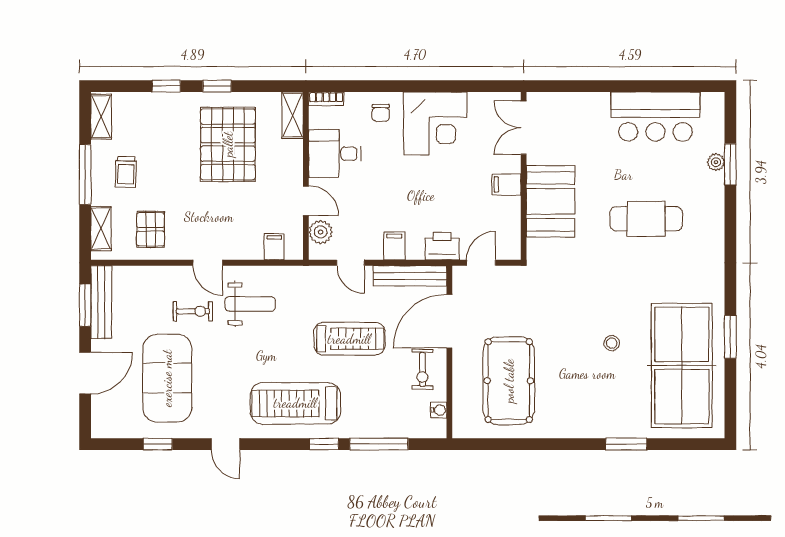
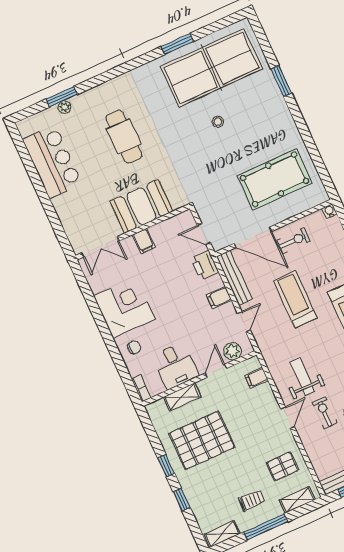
shelving: (293, 115) -> (182, 397), moved
water cooler: (439, 410) -> (329, 211), moved

